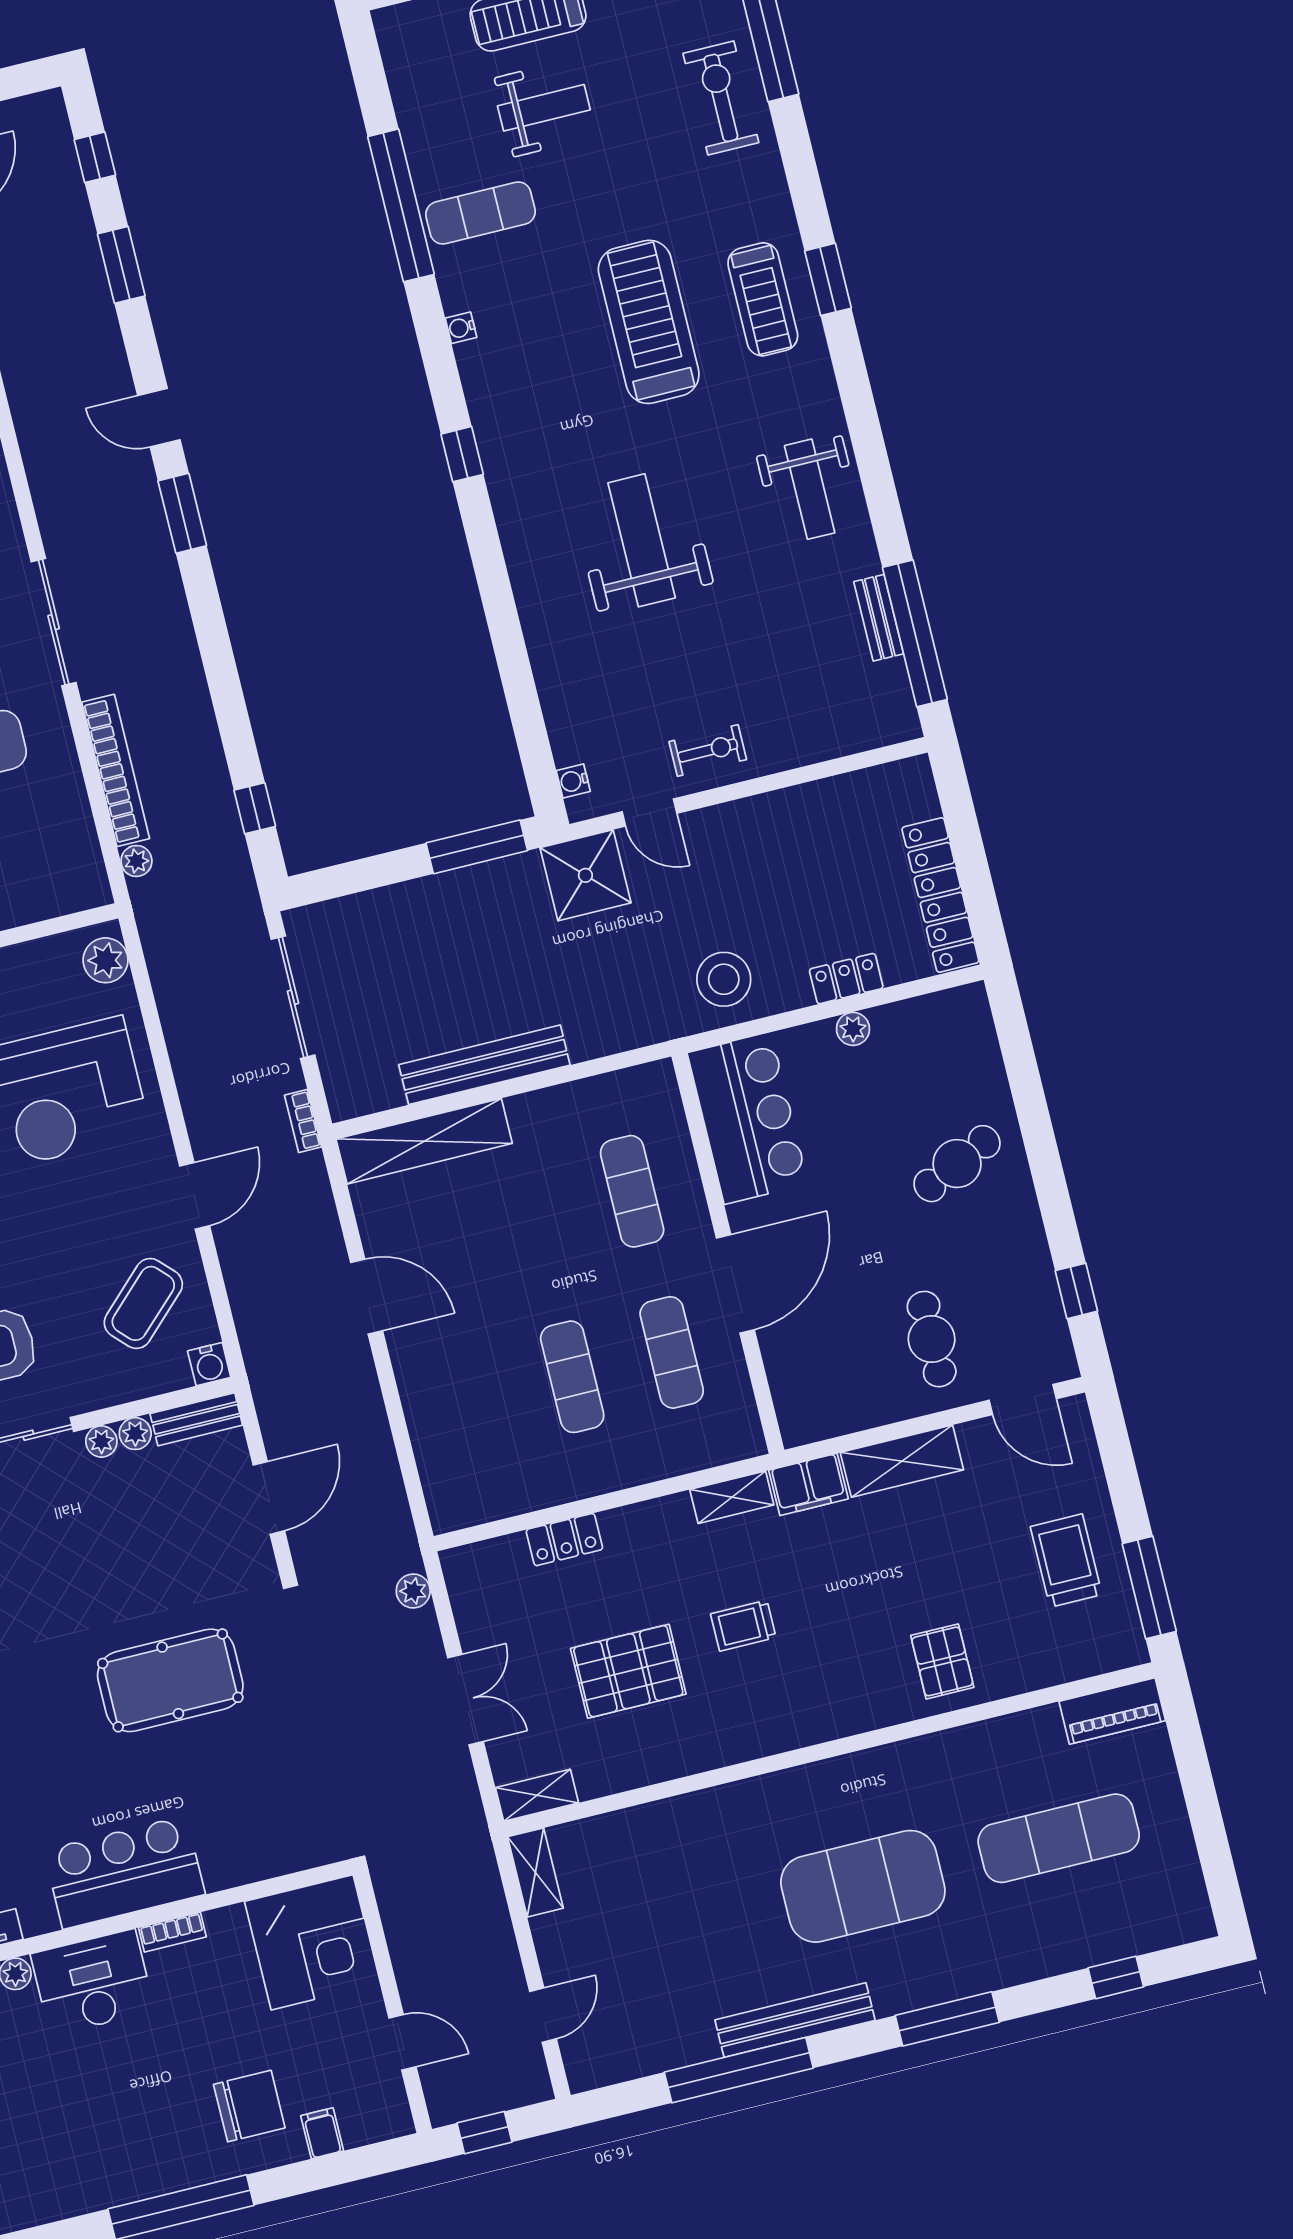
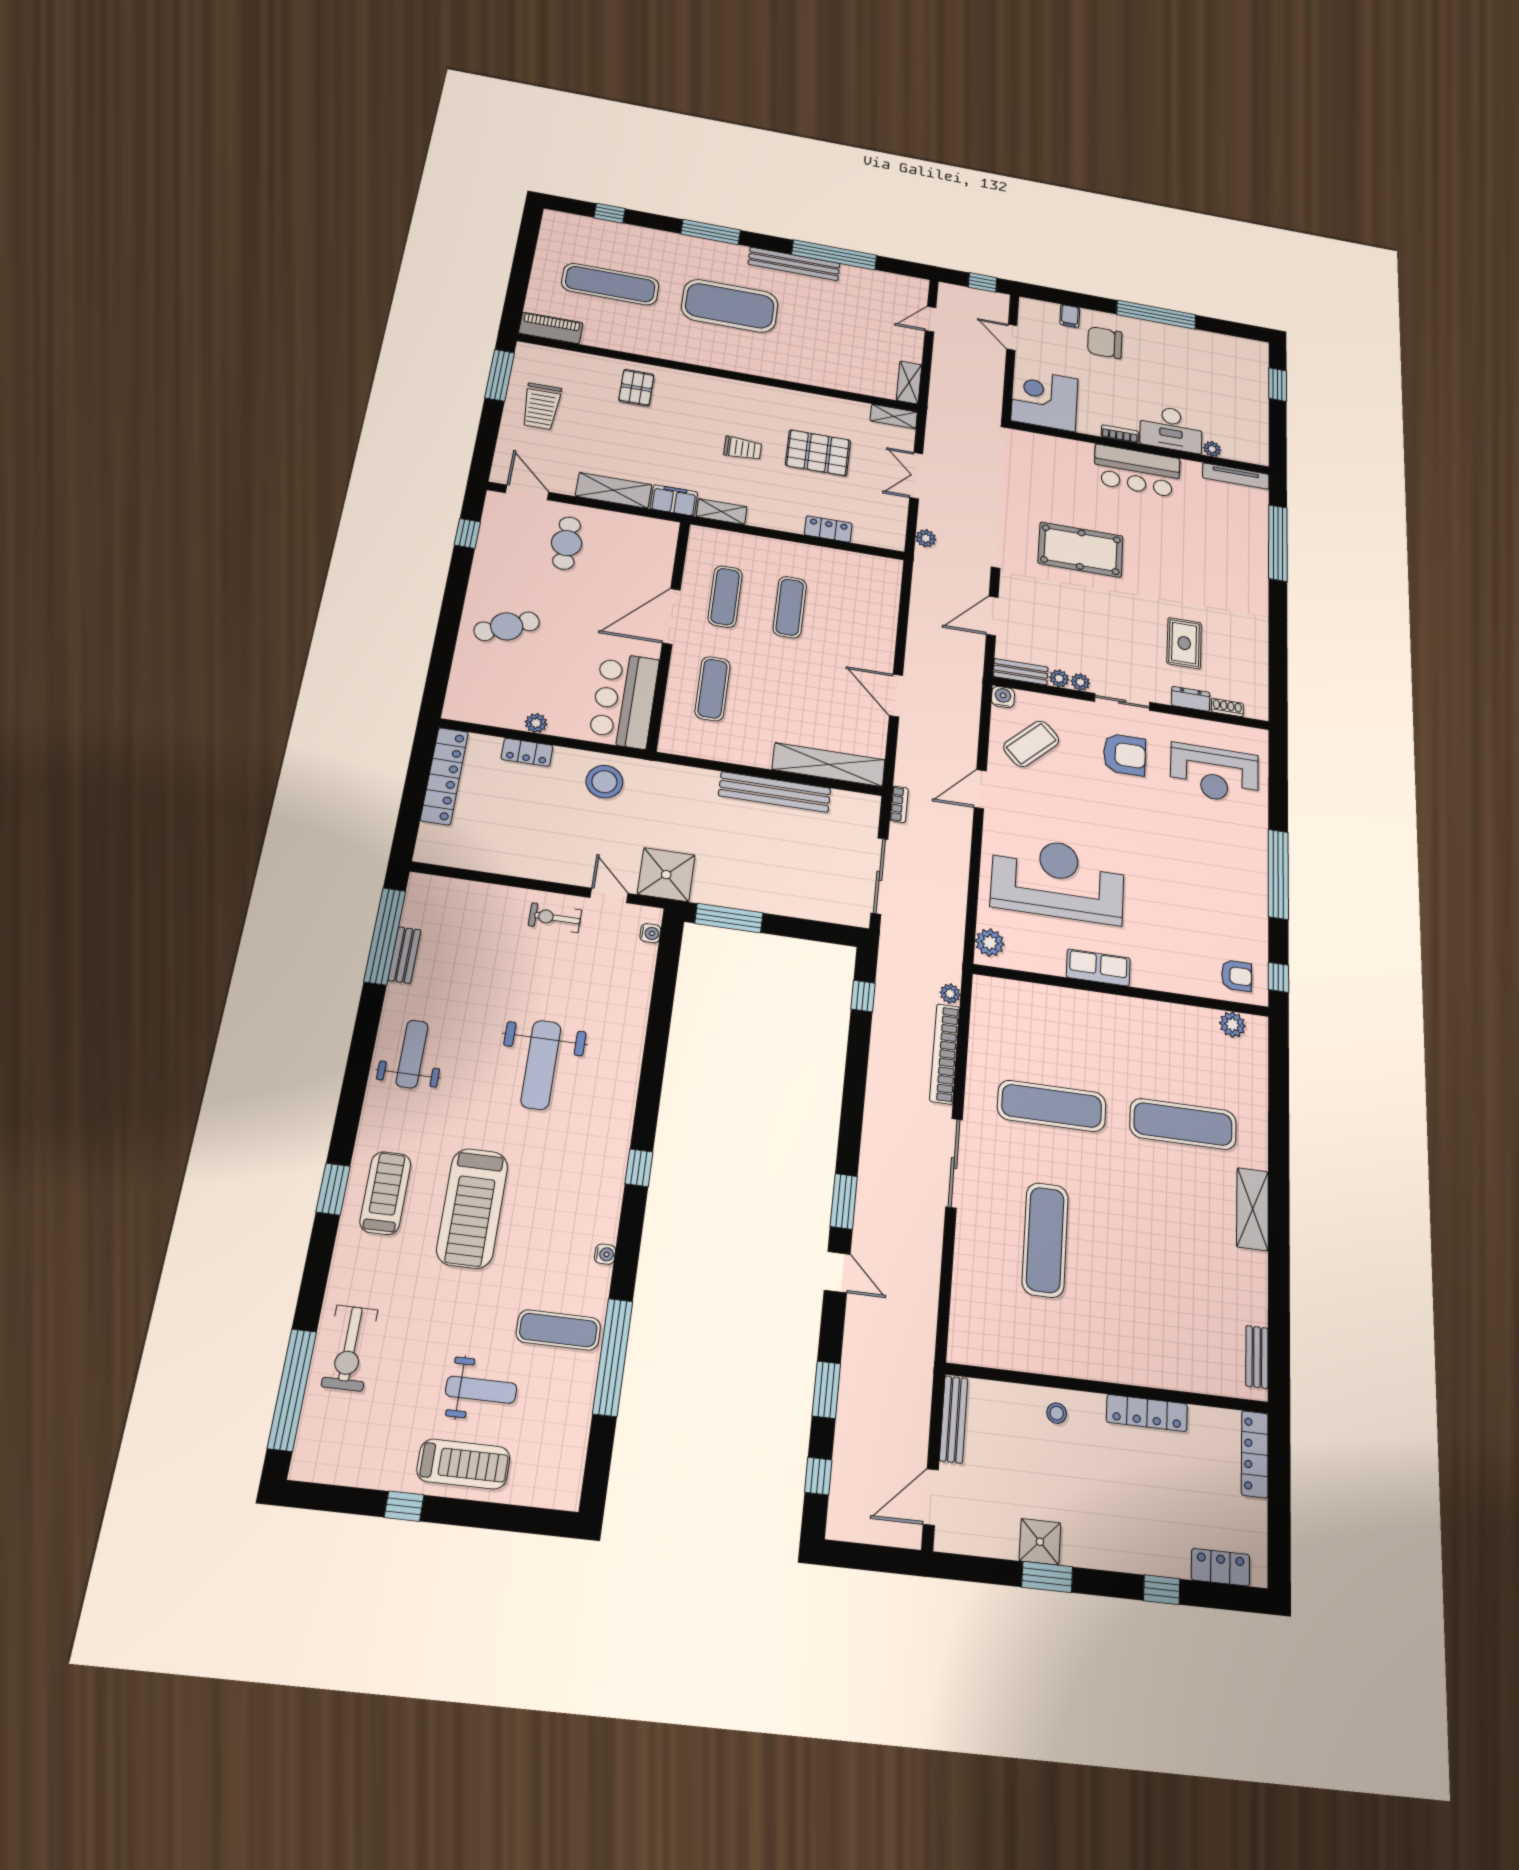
weight bench: (544, 108) -> (481, 1390), turned 180

